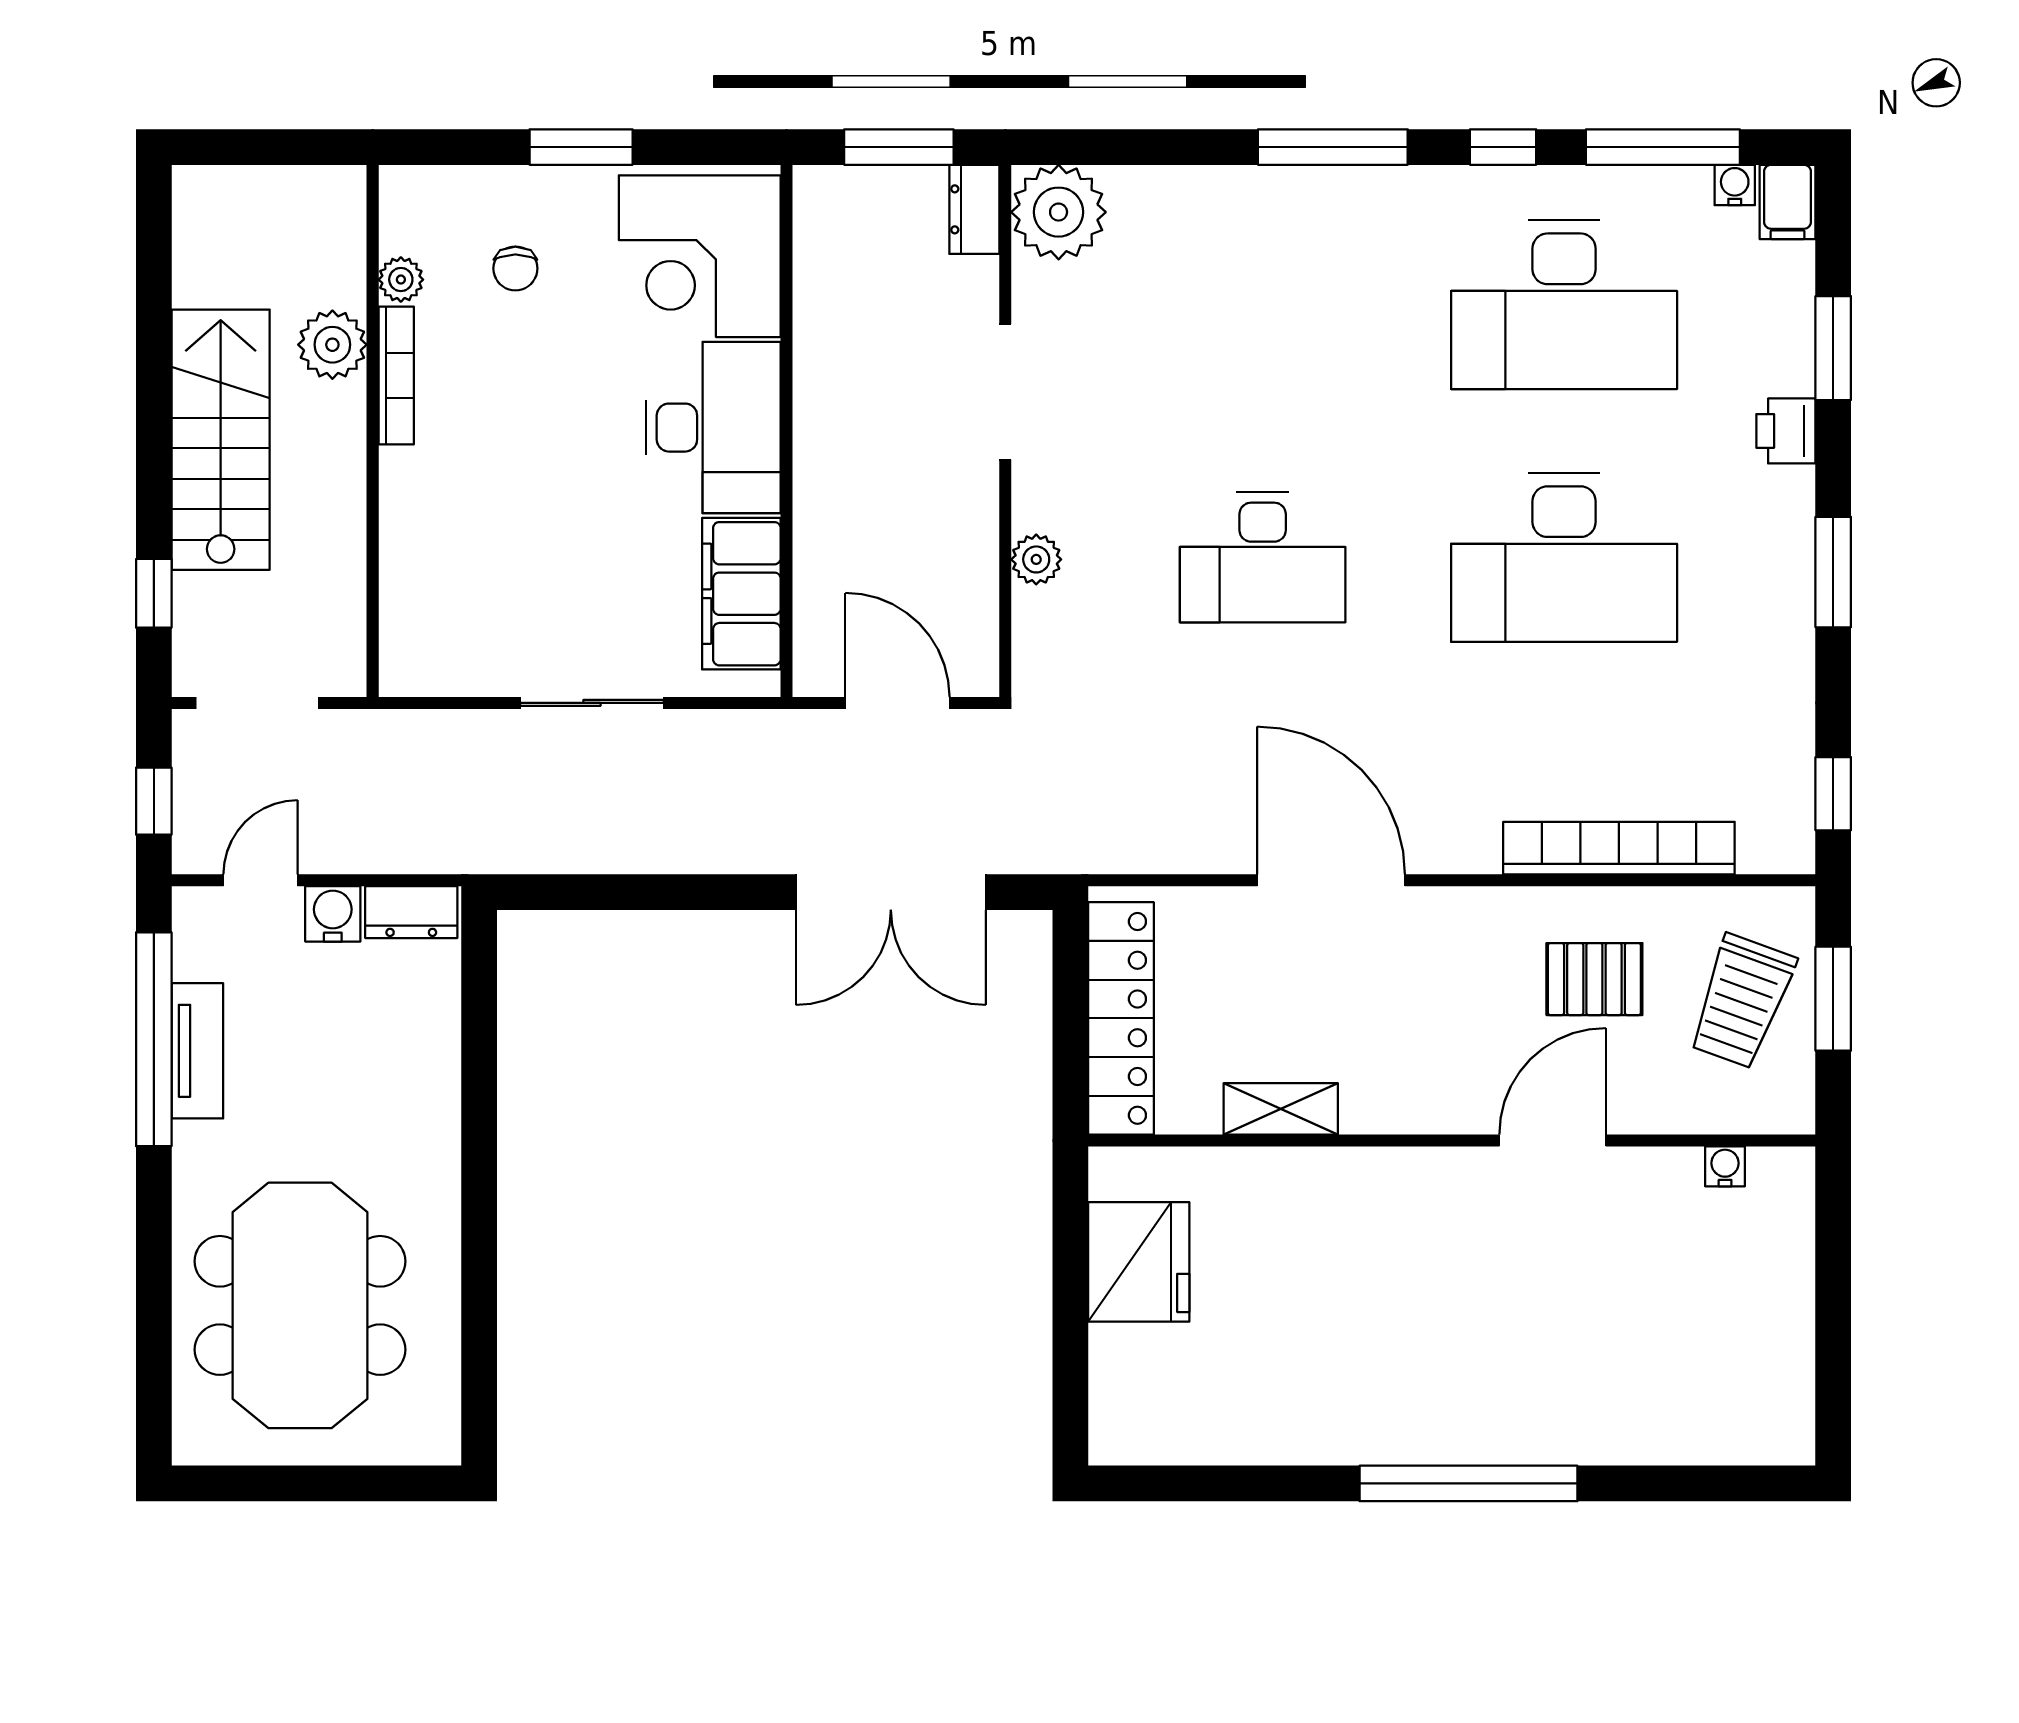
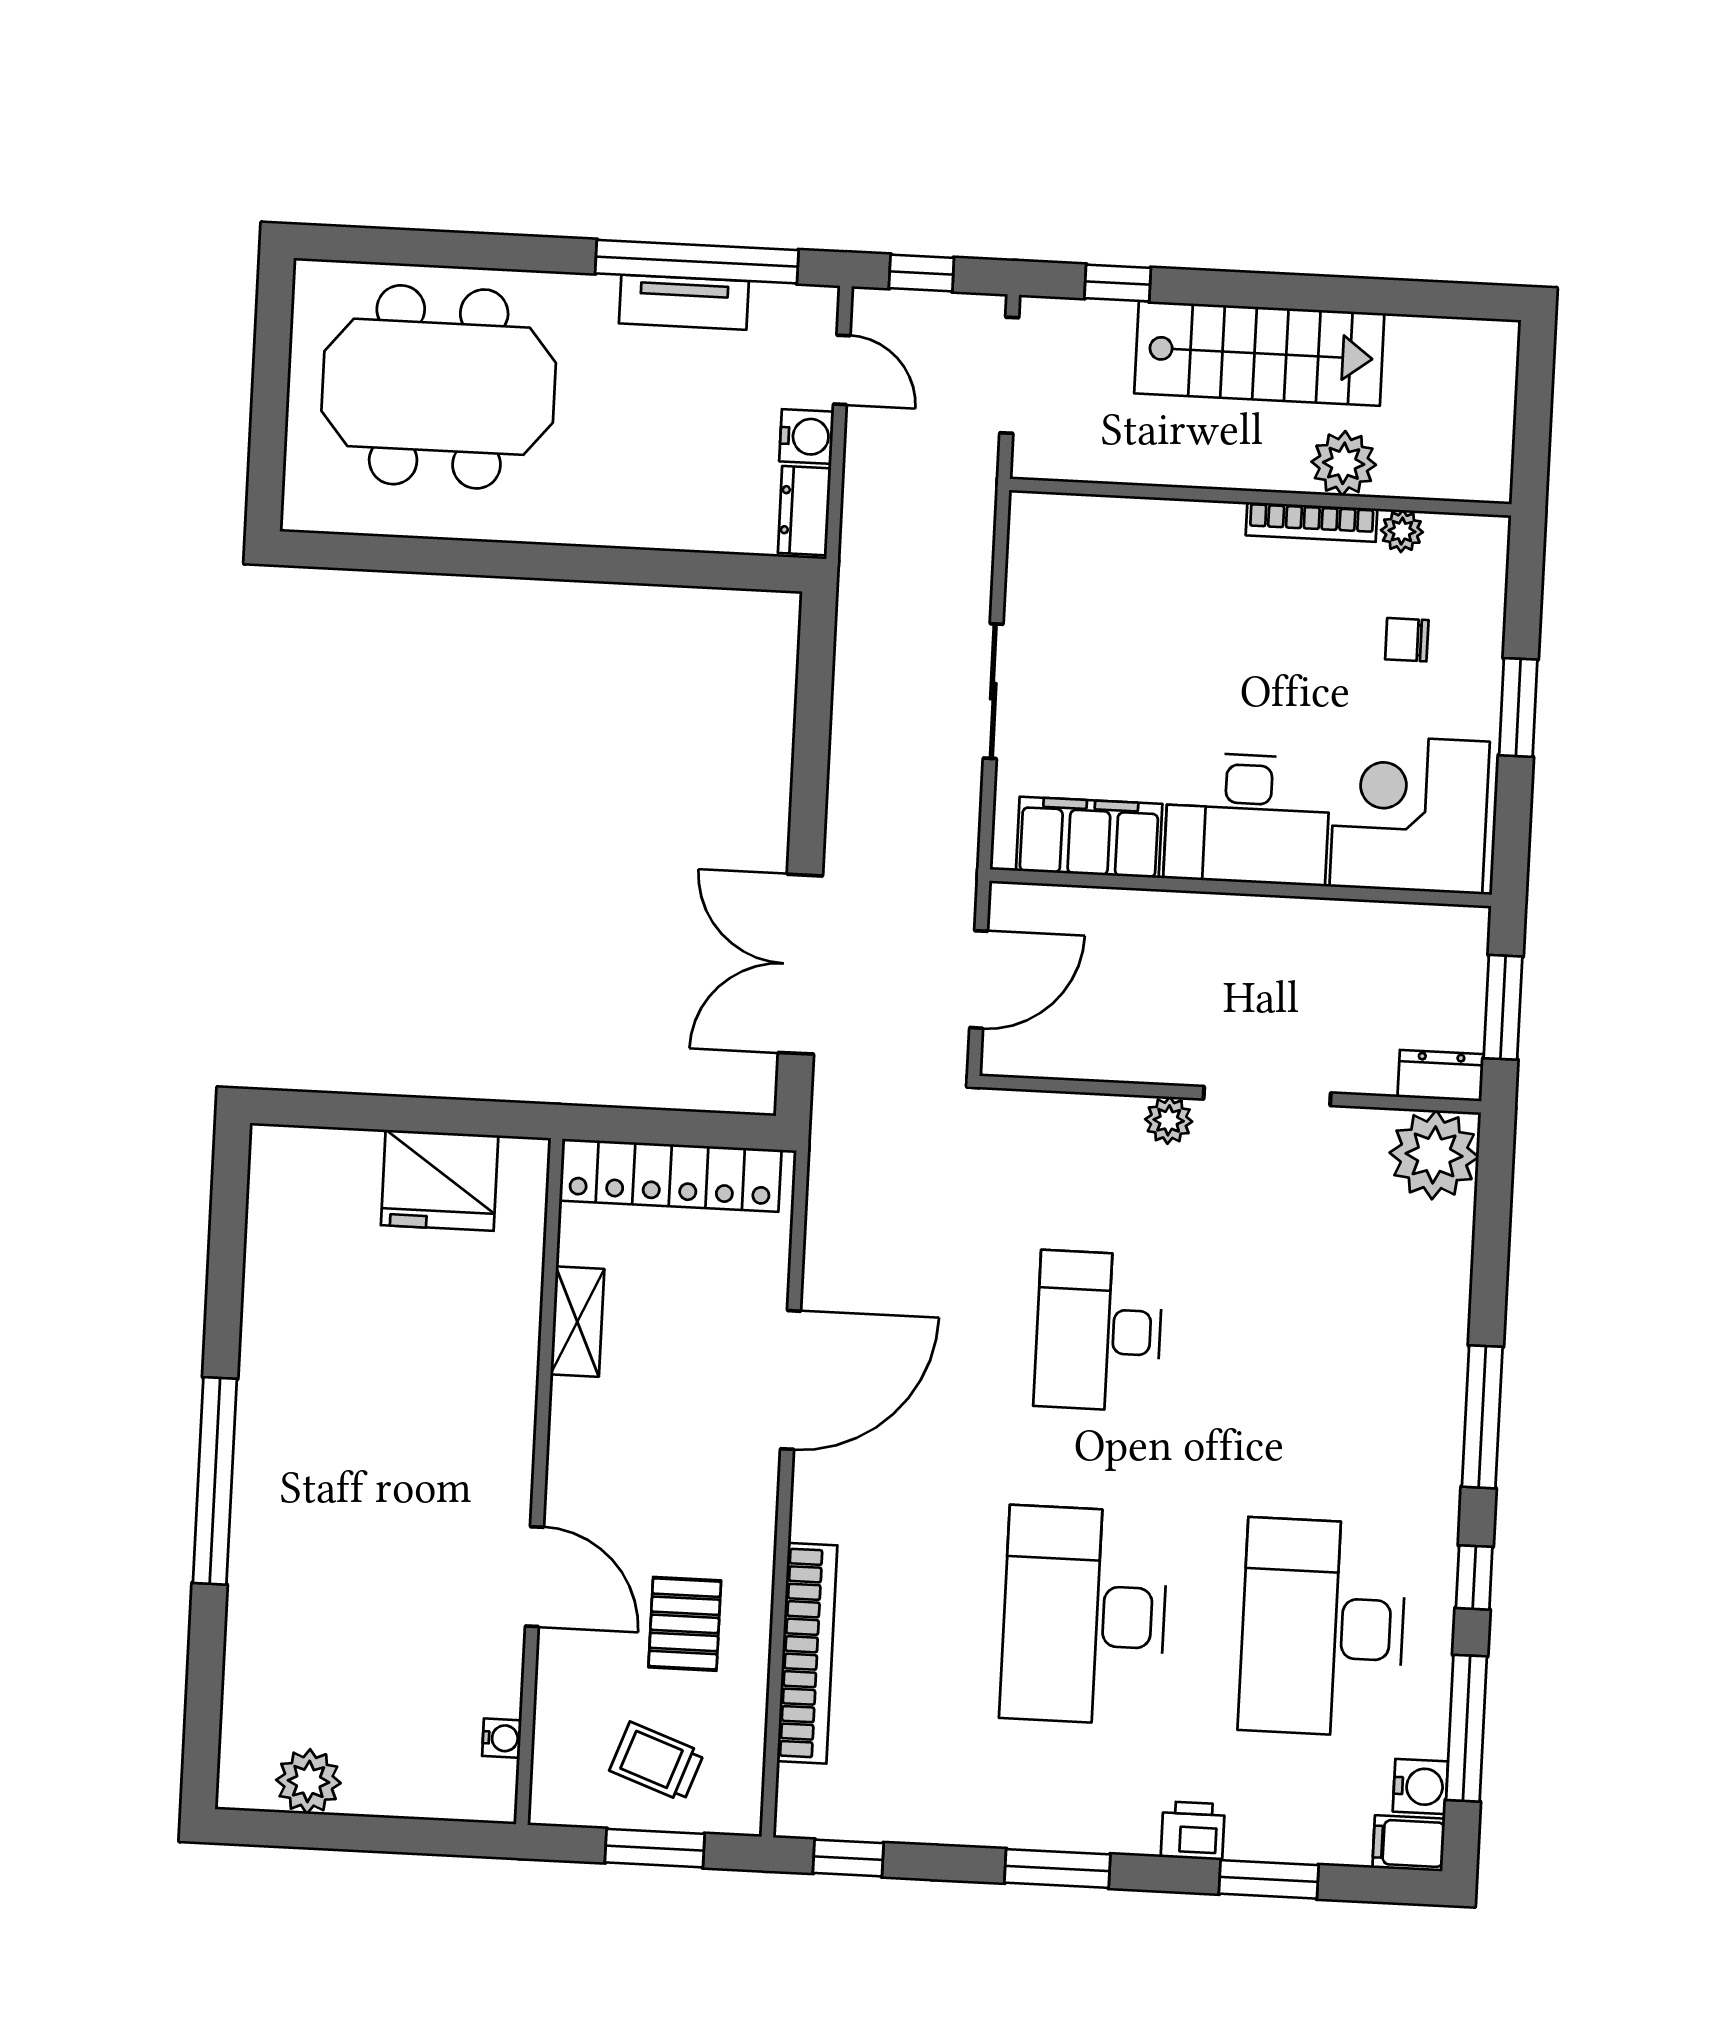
water cooler: (1735, 185) -> (1420, 1787), width x1.38, depth x1.38
plant: (1036, 559) -> (1169, 1120), moved
trolley: (1742, 1001) -> (657, 1762), width x0.73, depth x0.72
plant: (1781, 1368) -> (308, 1781), added

